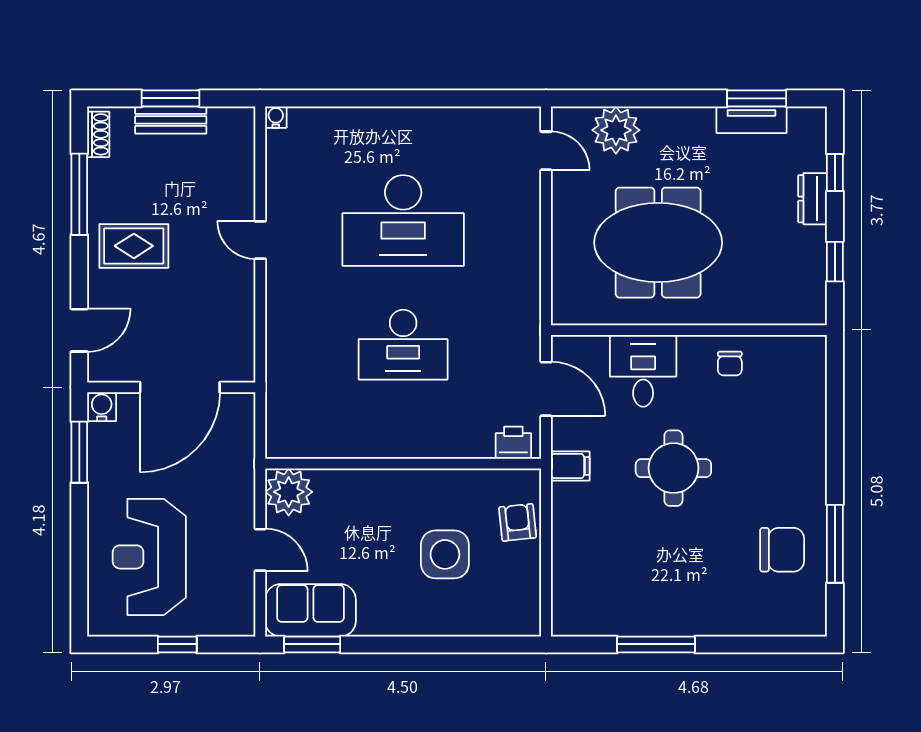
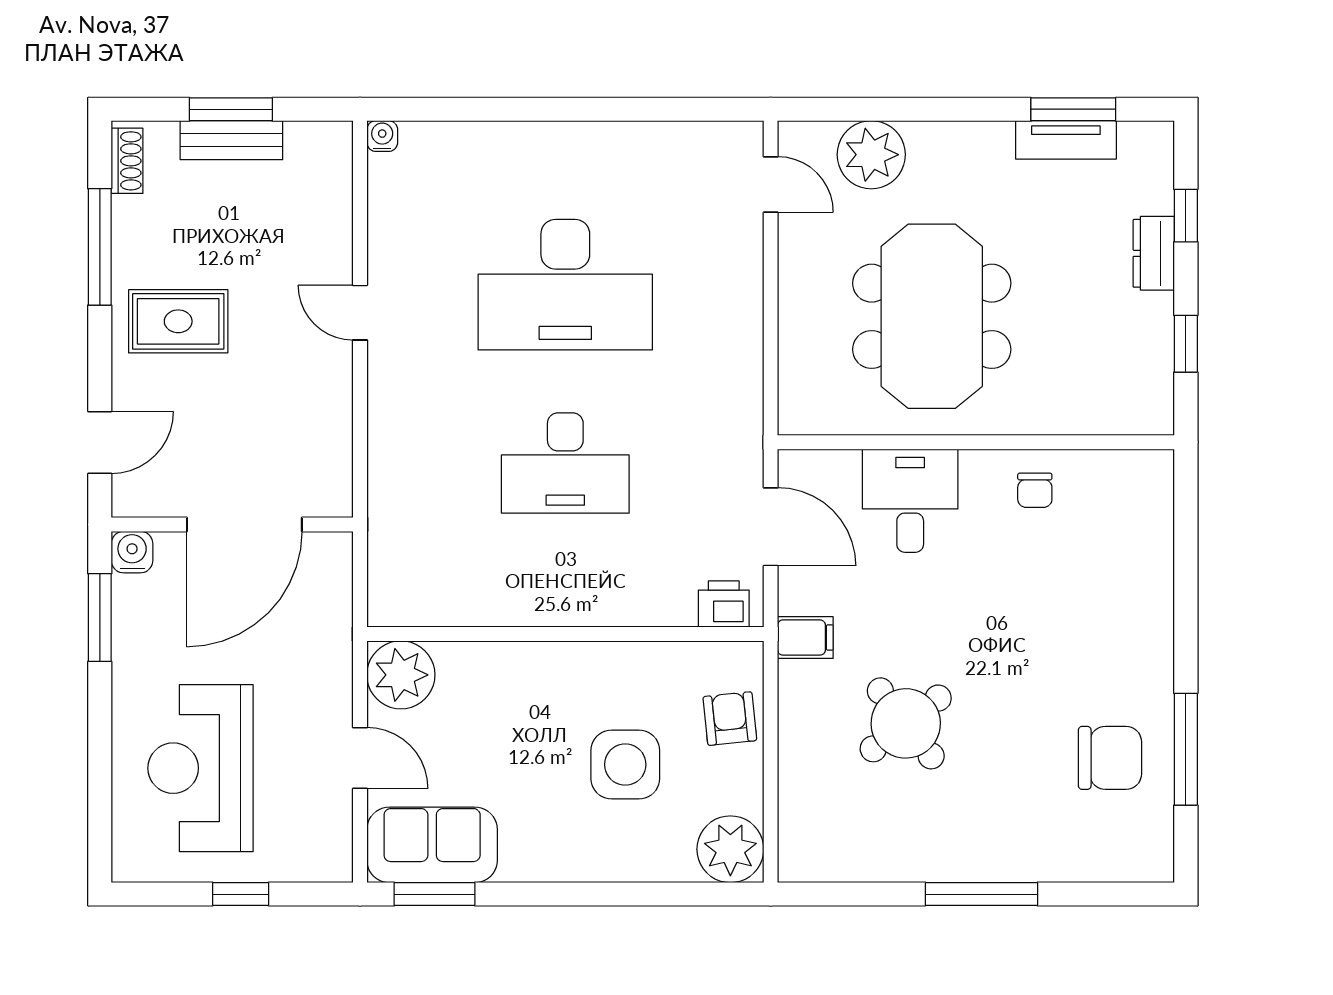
meeting table: (658, 243) -> (932, 316), turned 90
round table: (673, 468) -> (906, 723), moved, turned -38
plant: (518, 613) -> (730, 849), added
window: (656, 644) -> (982, 894), moved

